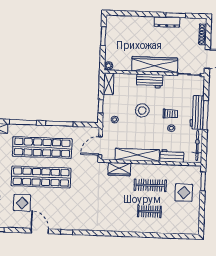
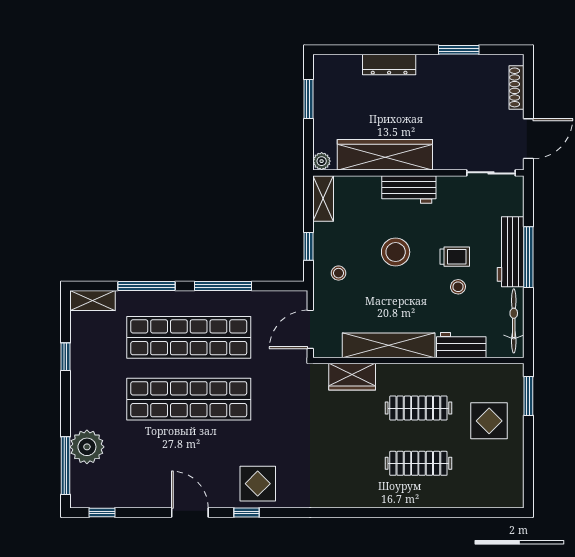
dresser: (167, 22) -> (389, 64), moved
wardrobe: (155, 65) -> (385, 155), moved
display table: (22, 203) -> (258, 484), moved
clothes rail: (149, 212) -> (418, 463), width x1.36

